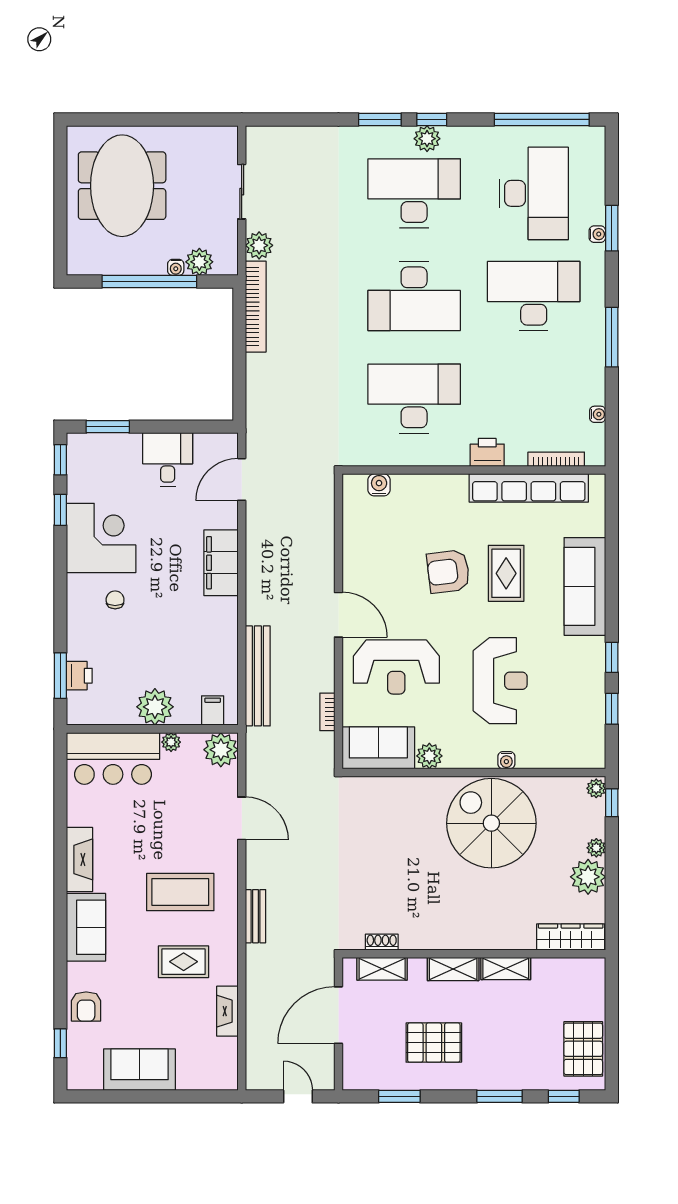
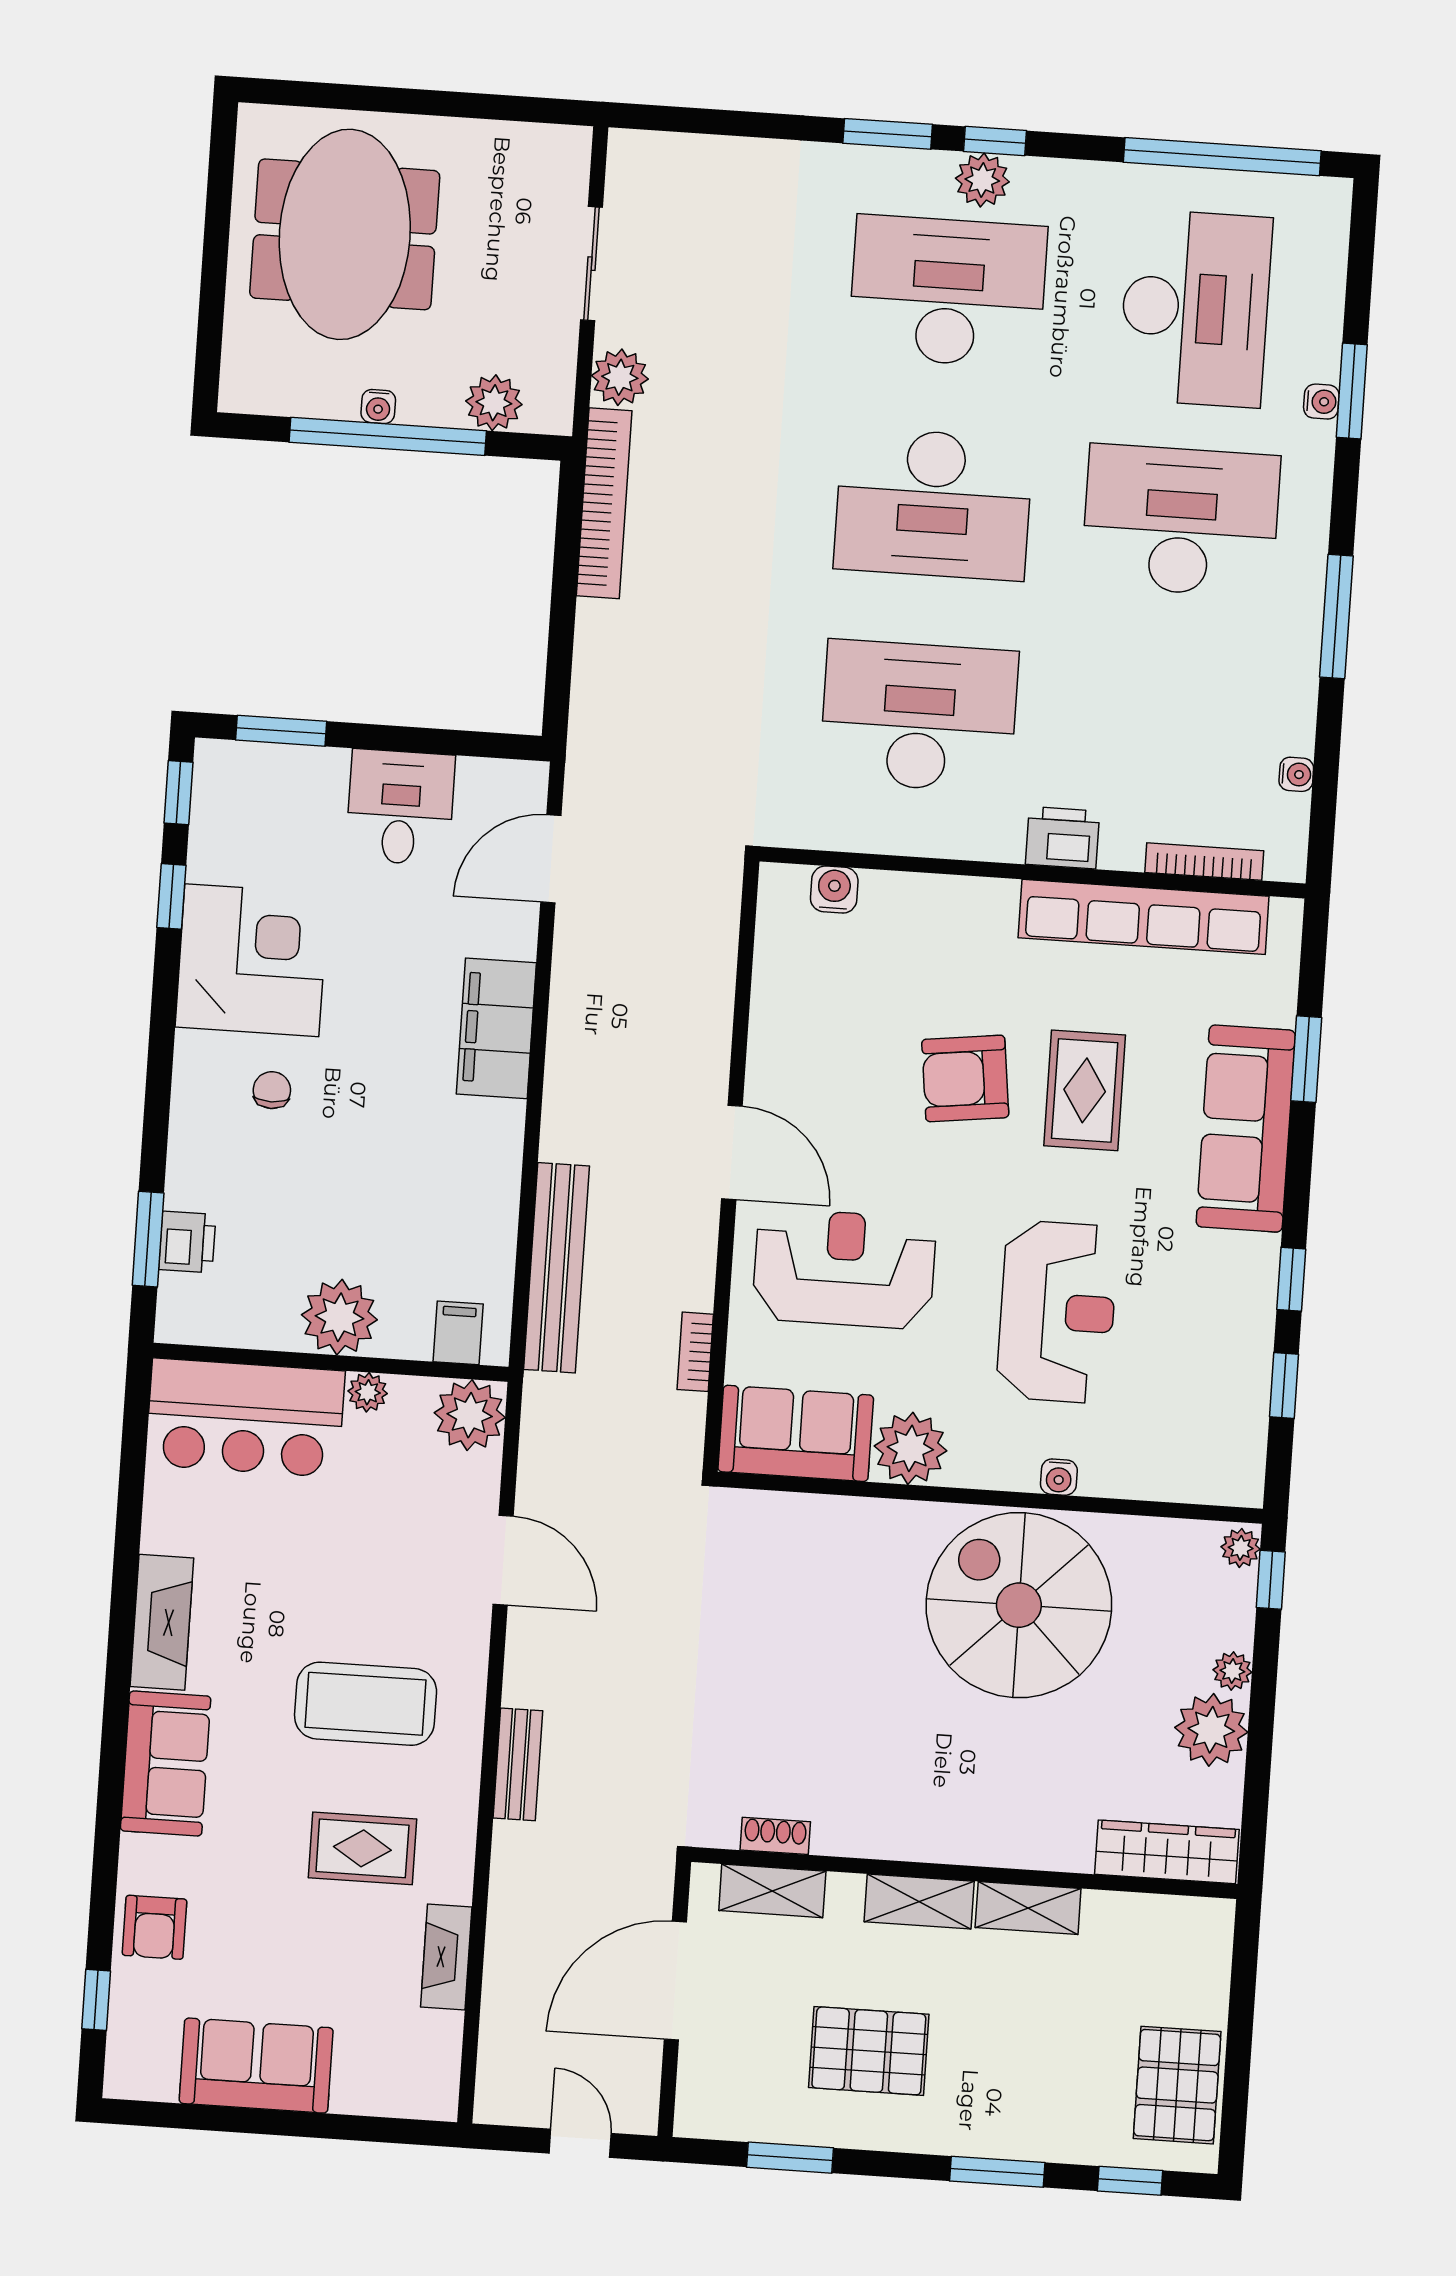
water cooler: (176, 267) -> (378, 406), moved
window: (612, 551) -> (1306, 1059), added
reception desk: (396, 667) -> (844, 1269), turned 180
plant: (429, 756) -> (910, 1448), width x1.36, depth x1.36

